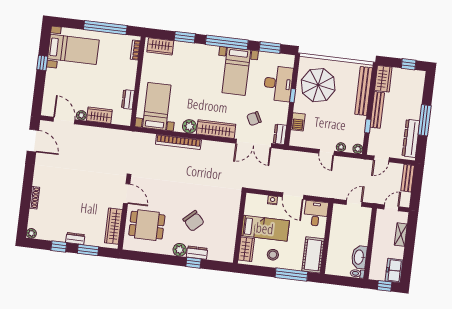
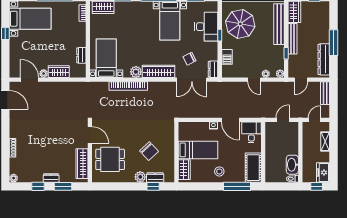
wall: (240, 228) -> (176, 152), moved
bed: (265, 228) -> (198, 150), moved
wardrobe: (246, 249) -> (184, 170), moved

